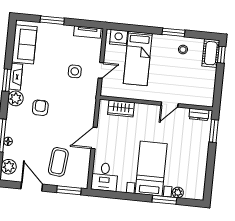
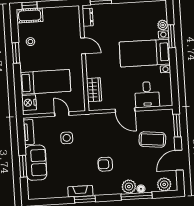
sofa: (24, 44) -> (36, 163), moved, turned 90
plant: (16, 98) -> (129, 187), moved
desk: (105, 177) -> (147, 95), moved, turned 90

